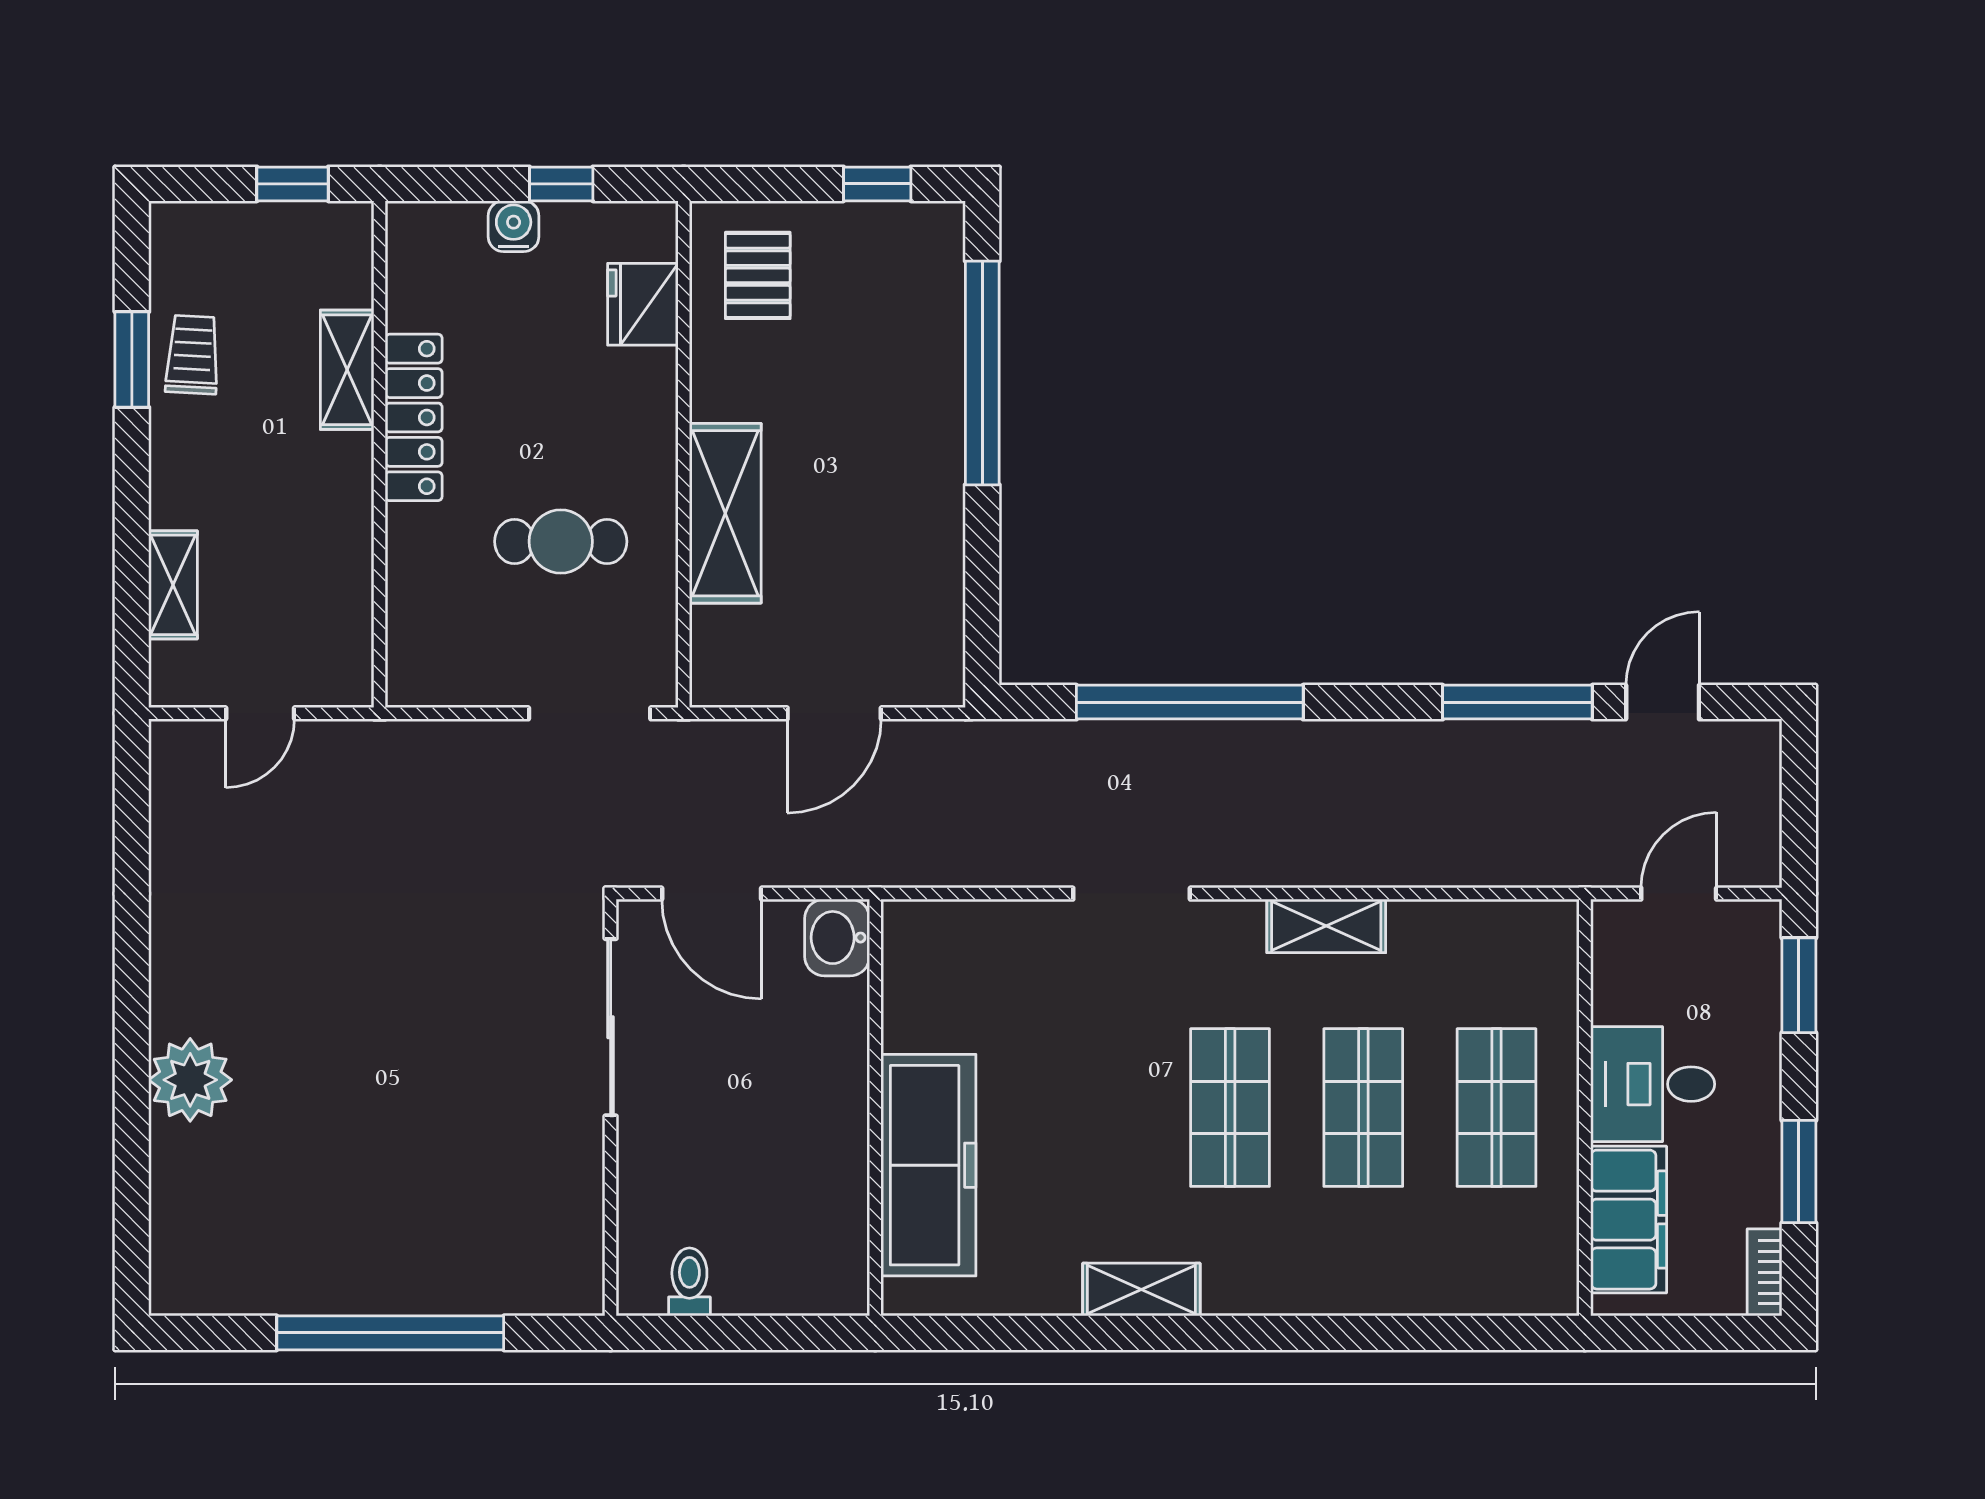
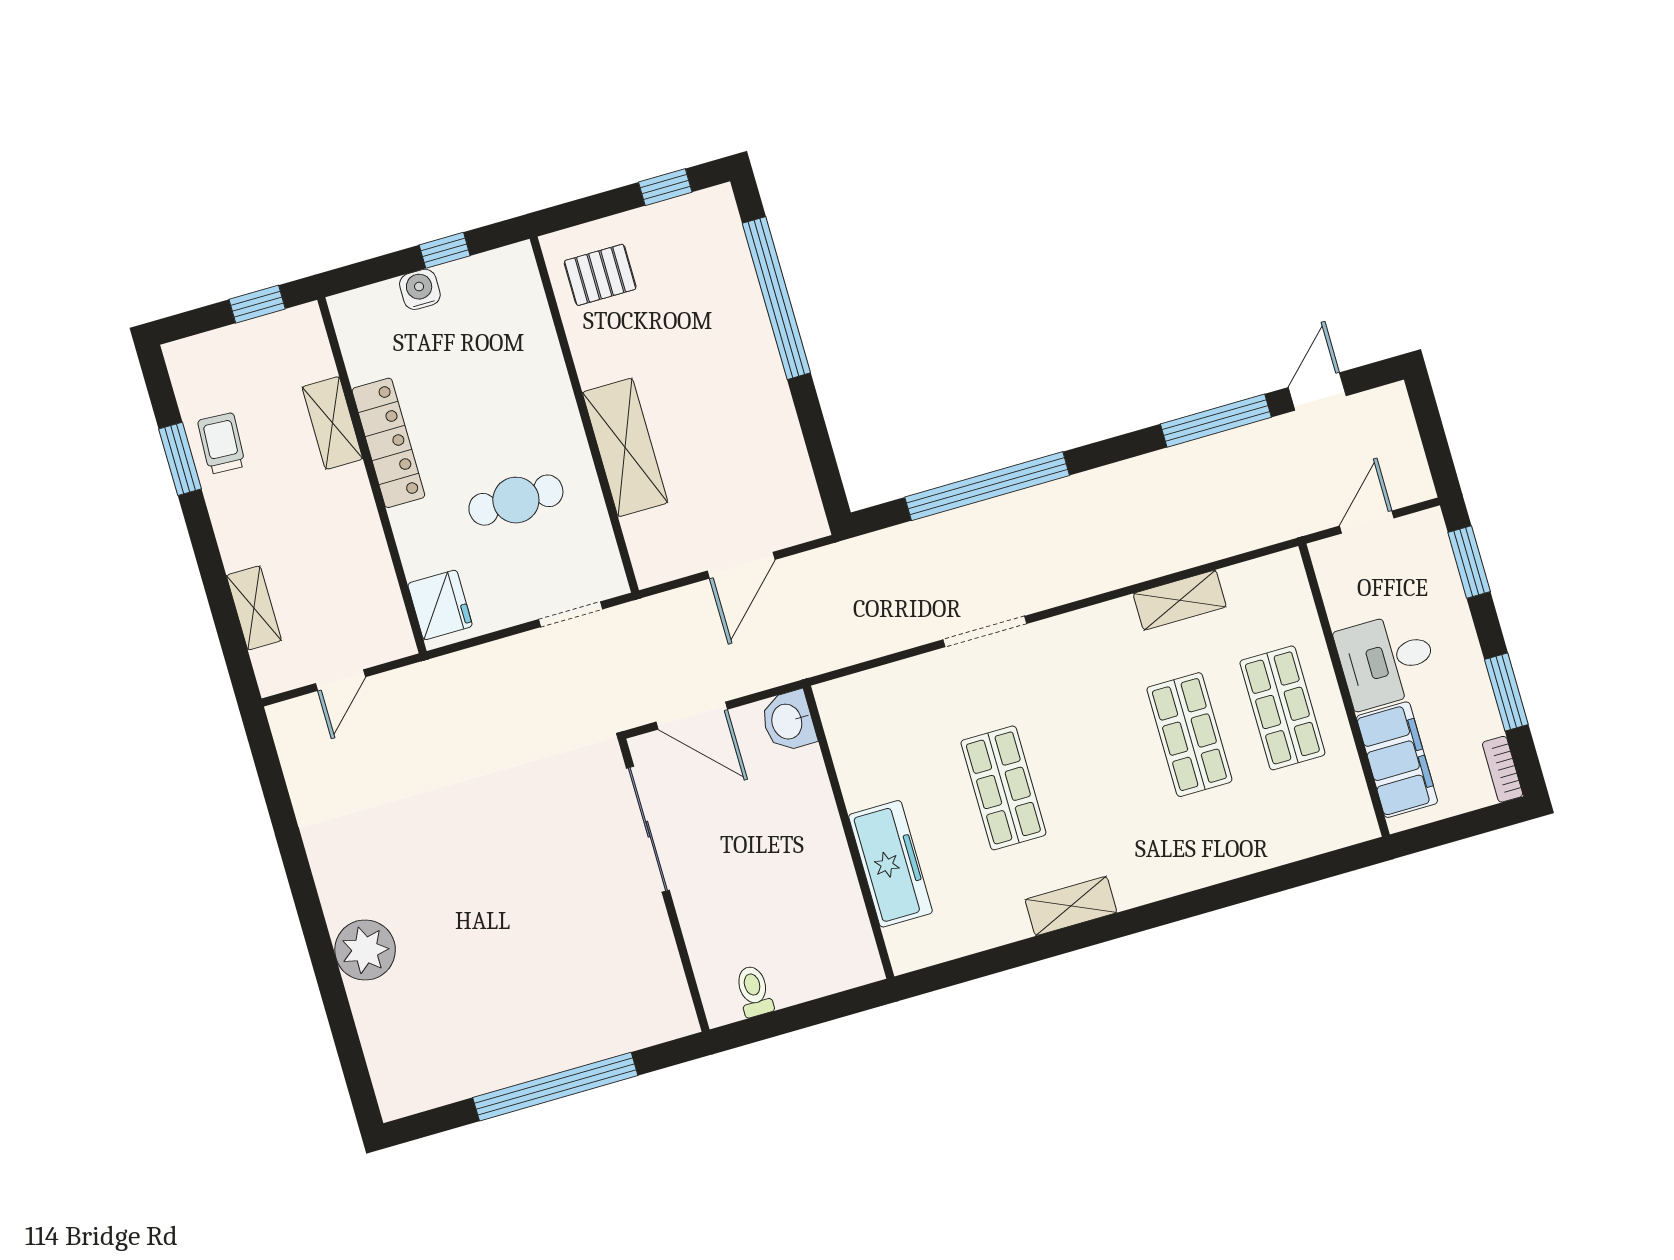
pallet: (758, 275) -> (600, 275), turned 90
fridge: (643, 304) -> (440, 605), moved, turned 180
doorway: (590, 713) -> (570, 614), width x0.73
shelving: (1326, 926) -> (1180, 600), moved
shop shelf: (1230, 1108) -> (1003, 788), moved
freezer: (928, 1165) -> (891, 864), width x0.73, depth x0.79

